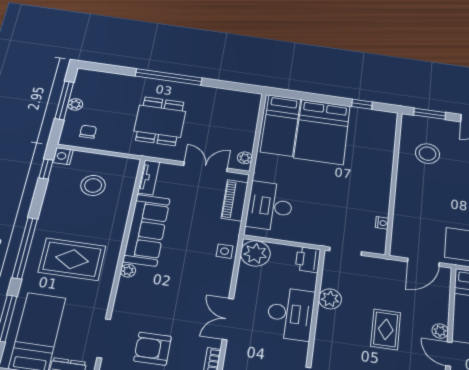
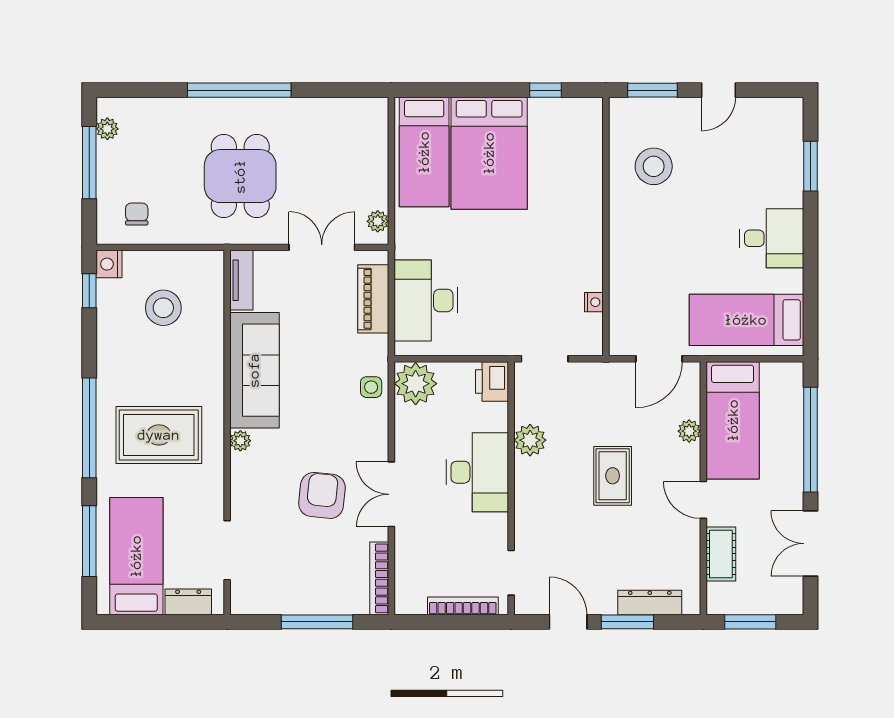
plant: (75, 104) -> (107, 129), moved
plant: (440, 331) -> (689, 431), moved
armchair: (153, 349) -> (322, 495), moved, turned 96

